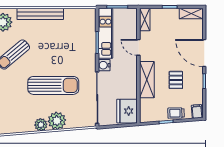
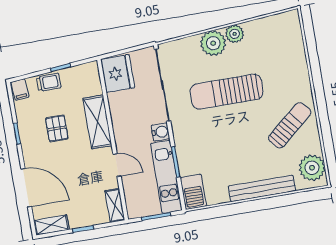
barbecue: (88, 20) -> (193, 192), added
door: (204, 53) -> (26, 188), moved

